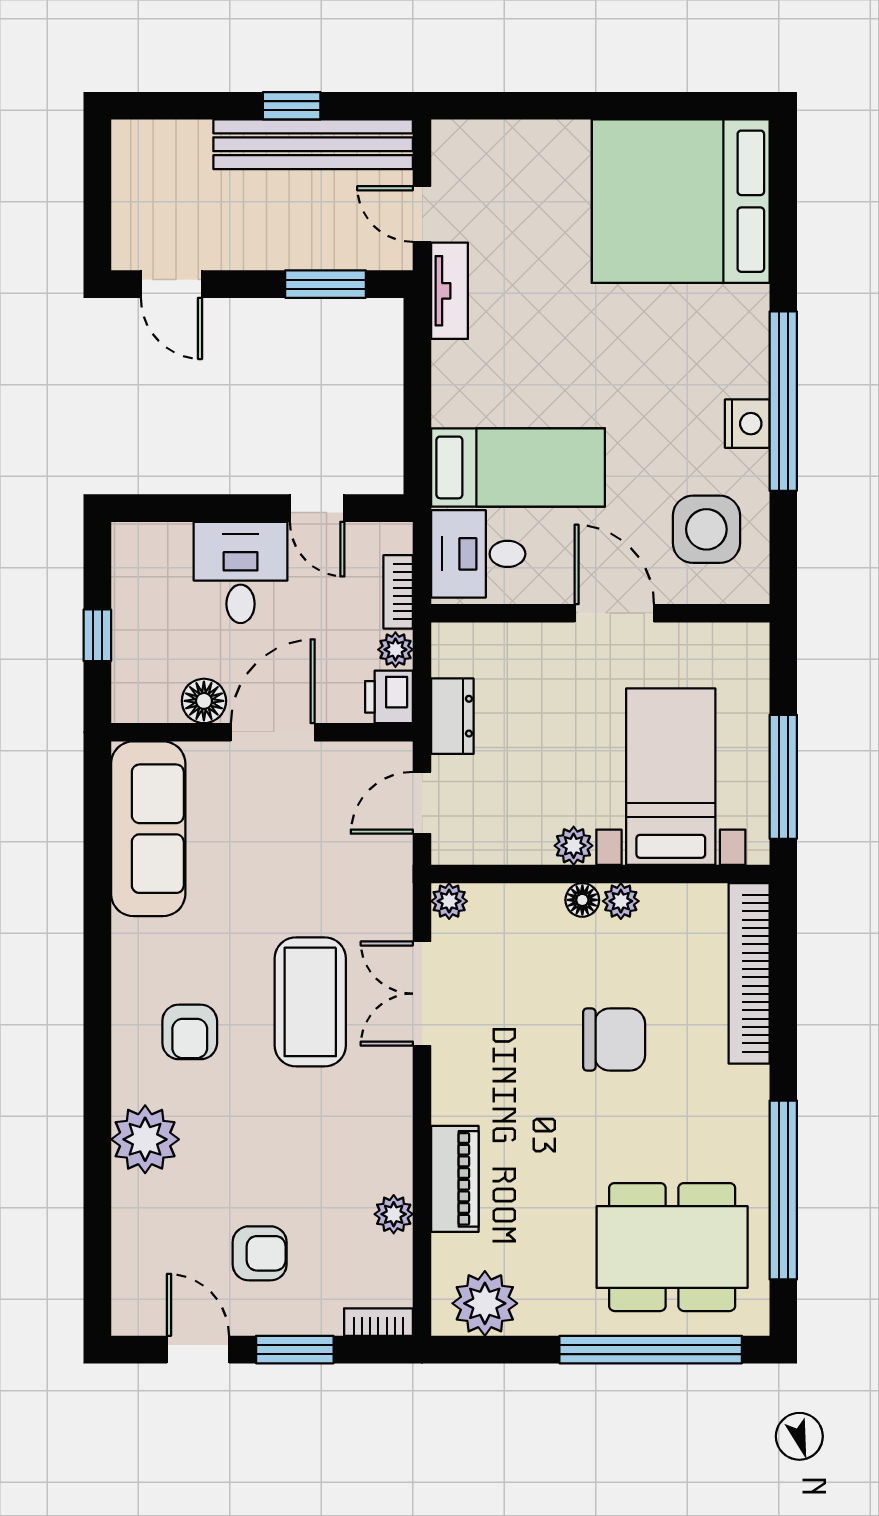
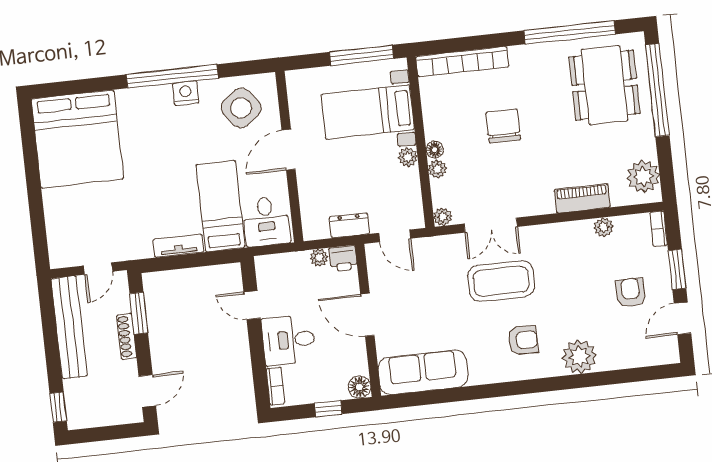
window: (292, 106) -> (58, 407), moved
shoe rack: (283, 255) -> (127, 336), added
tv unit: (450, 291) -> (178, 246), moved
door: (317, 508) -> (252, 305), swing flipped
side table: (706, 529) -> (241, 108), turned -37
bookcase: (398, 592) -> (275, 386), moved, turned -90
floor lamp: (204, 701) -> (359, 387), moved
plant: (621, 901) -> (437, 169), moved

